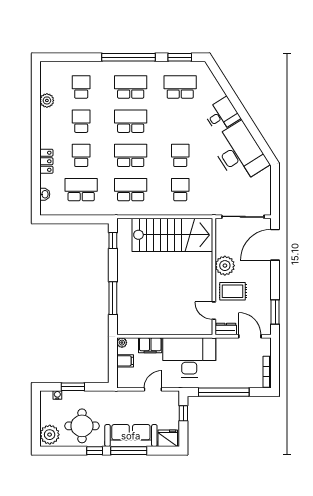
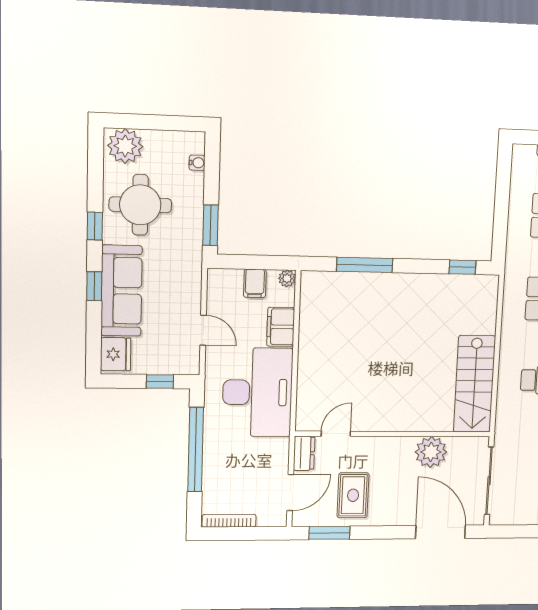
stairs: (172, 235) -> (475, 384), width x0.73, depth x0.66
plant: (225, 266) -> (431, 452), moved
rug: (233, 291) -> (353, 495), moved
window: (73, 387) -> (210, 225), moved
window: (129, 451) -> (94, 286), width x0.46

